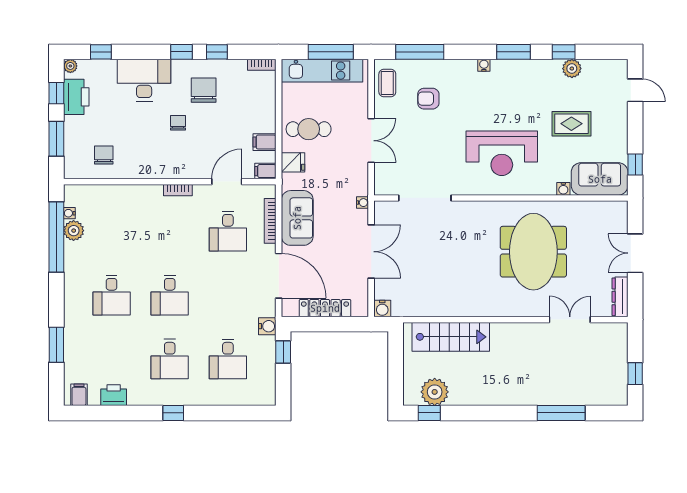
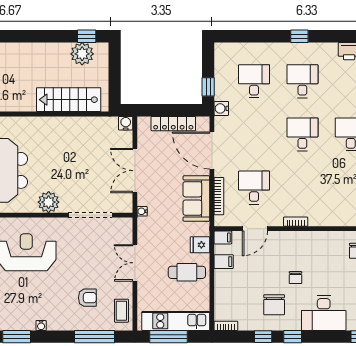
plant: (475, 214) -> (49, 202), added

